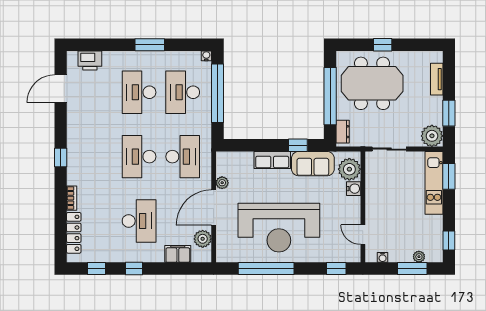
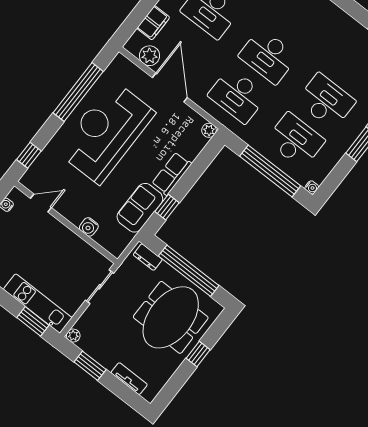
plant: (432, 136) -> (73, 336), width x0.53, depth x0.53
desk: (139, 157) -> (268, 56), turned 180
plant: (349, 169) -> (109, 237), removed
plant: (222, 183) -> (209, 130), moved

